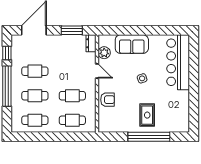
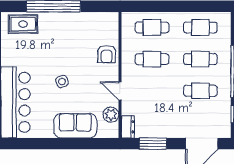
armchair: (108, 100) -> (107, 54), turned -90
rug: (147, 115) -> (23, 24), moved, turned 90

